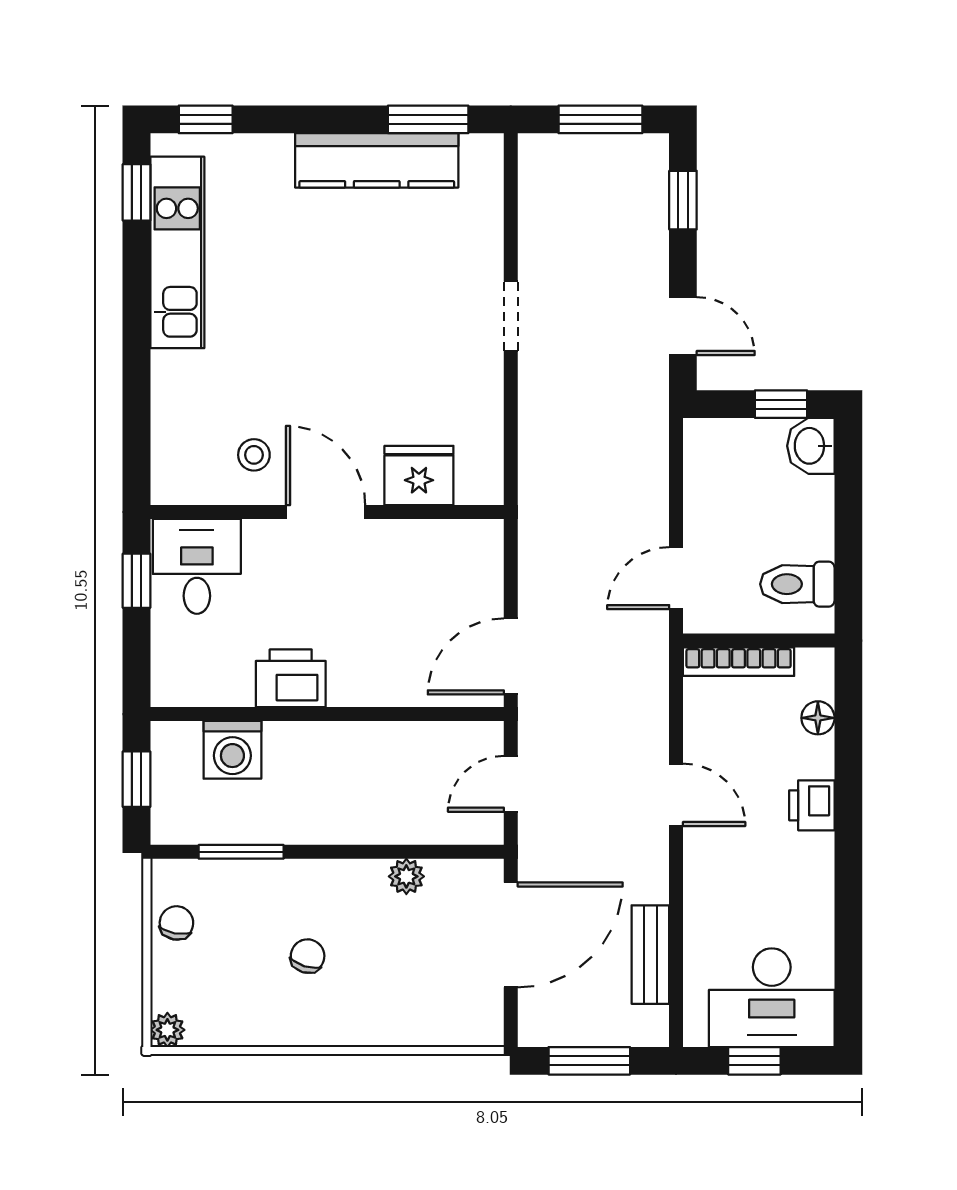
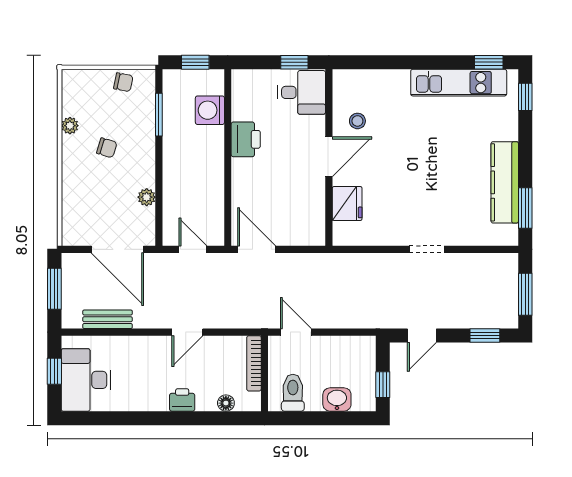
washbasin: (811, 446) -> (337, 399), moved
plant: (167, 1030) -> (70, 126), moved

